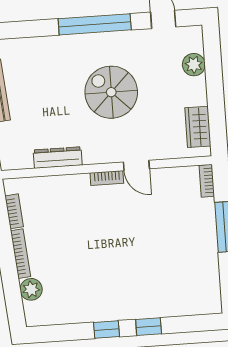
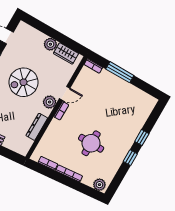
plant: (194, 65) -> (50, 44), moved
plant: (108, 152) -> (50, 102), added
round table: (88, 256) -> (91, 143), added
plant: (31, 289) -> (99, 185), moved

